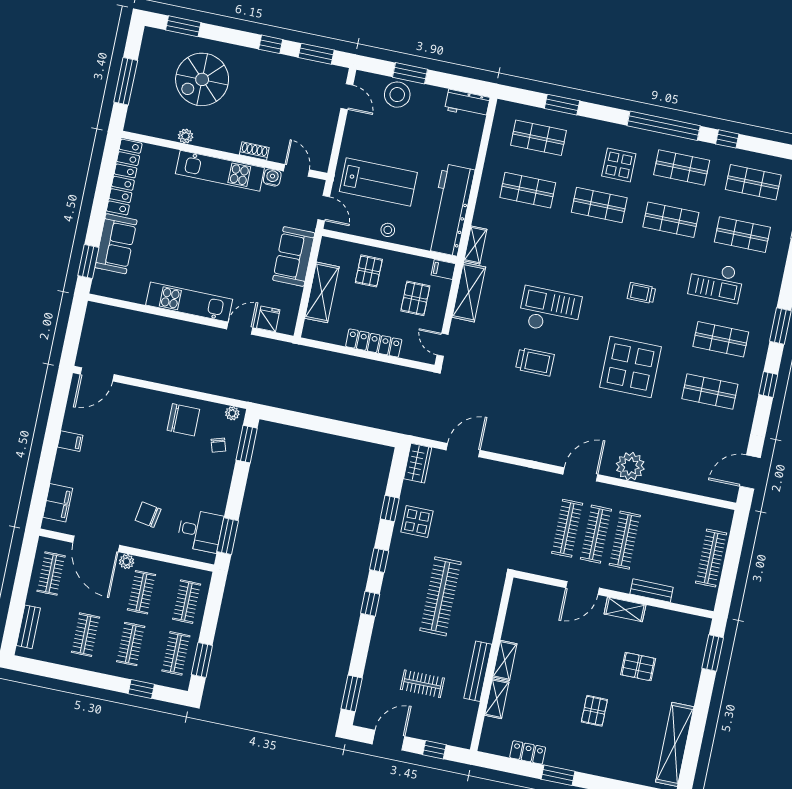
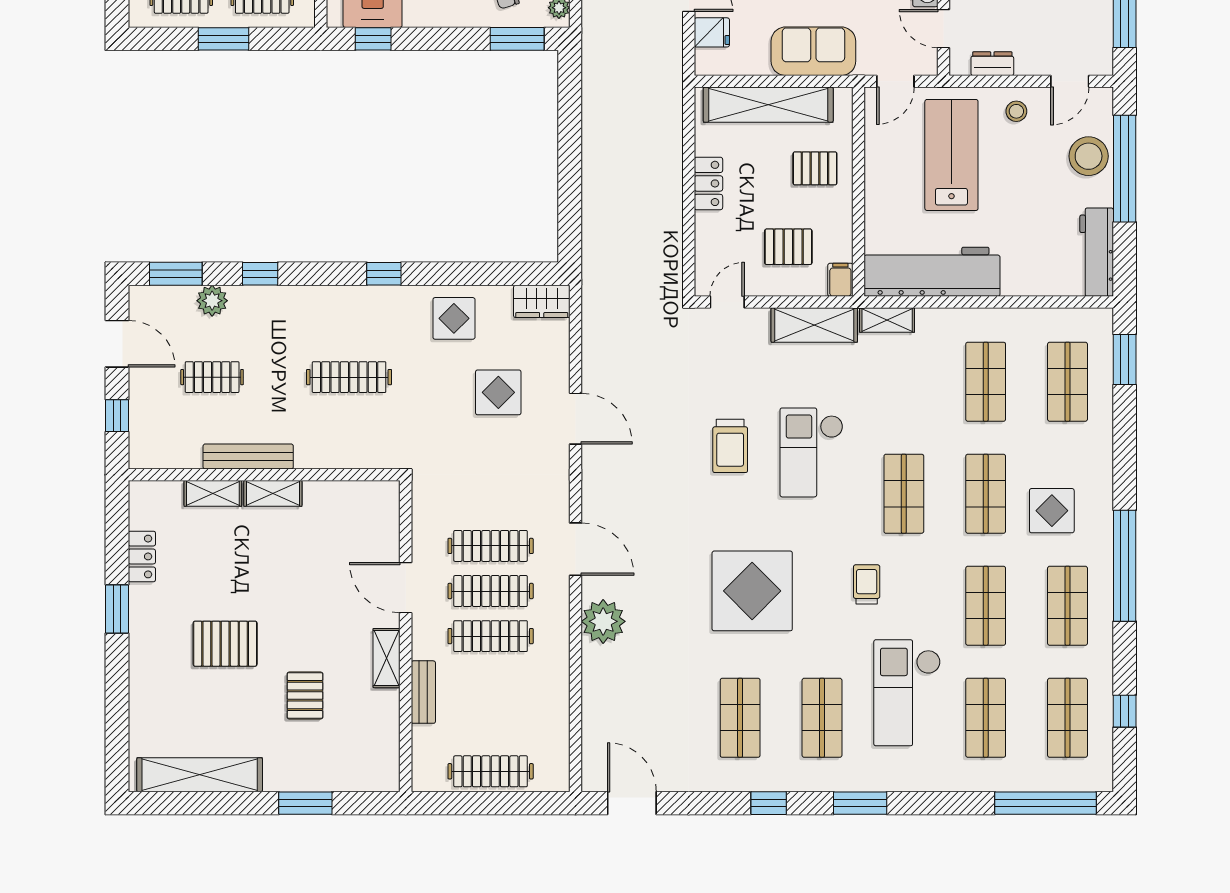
window: (410, 73) -> (1125, 169), width x2.11
workbench: (467, 104) -> (1097, 252), width x1.38
window: (562, 105) -> (1125, 360), moved
window: (727, 139) -> (1125, 711), moved
dresser: (325, 144) -> (992, 64), added
door: (296, 170) -> (943, 29), swing flipped
lab bench: (378, 182) -> (951, 155), turned 180
stool: (388, 230) -> (1016, 111), moved
shop shelf: (588, 257) -> (904, 494), added
checkout: (716, 281) -> (907, 693), width x1.36, depth x1.21
shelving: (322, 292) -> (768, 105), width x1.47
checkout: (550, 311) -> (812, 452), turned 180
locker: (374, 343) -> (708, 183), width x0.66
door: (463, 450) -> (575, 419), moved
display table: (470, 503) -> (498, 392), added
window: (390, 509) -> (465, 274), removed
window: (228, 536) -> (373, 39), width x0.67
clothes rail: (441, 596) -> (349, 377), width x0.73, depth x0.76
window: (370, 604) -> (260, 274), moved
window: (713, 653) -> (305, 803), moved
window: (202, 660) -> (224, 39), moved
plant: (374, 674) -> (212, 301), added
clothes rail: (422, 684) -> (212, 377), turned 90
pallet: (594, 711) -> (225, 644), width x1.50, depth x1.42

